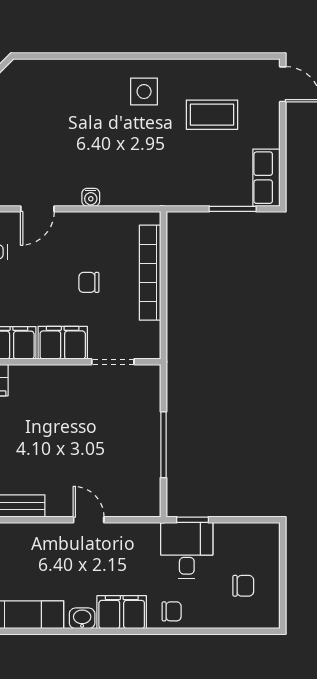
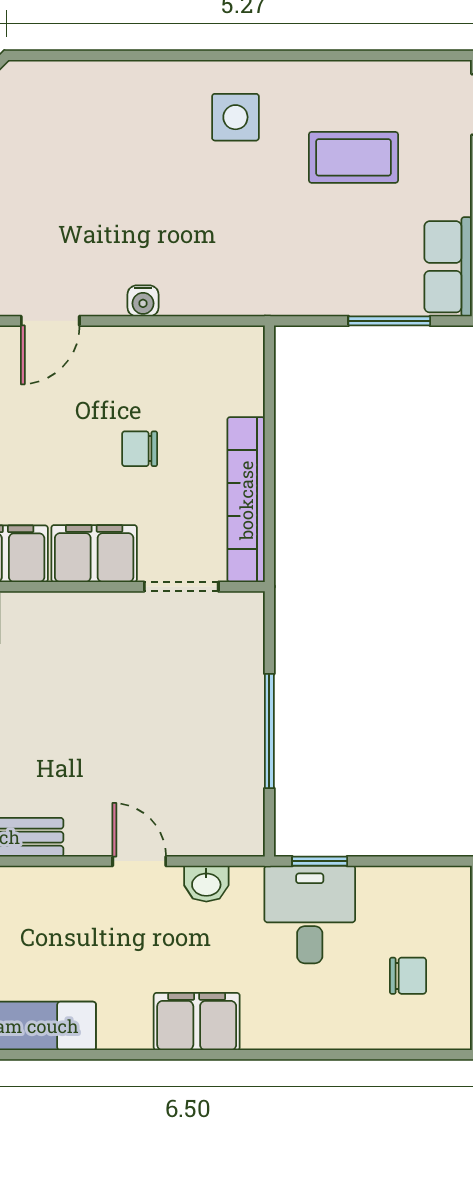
bookcase: (150, 273) -> (246, 500), moved
chair: (172, 611) -> (284, 1020), removed
washbasin: (82, 618) -> (206, 884), moved, turned 180

